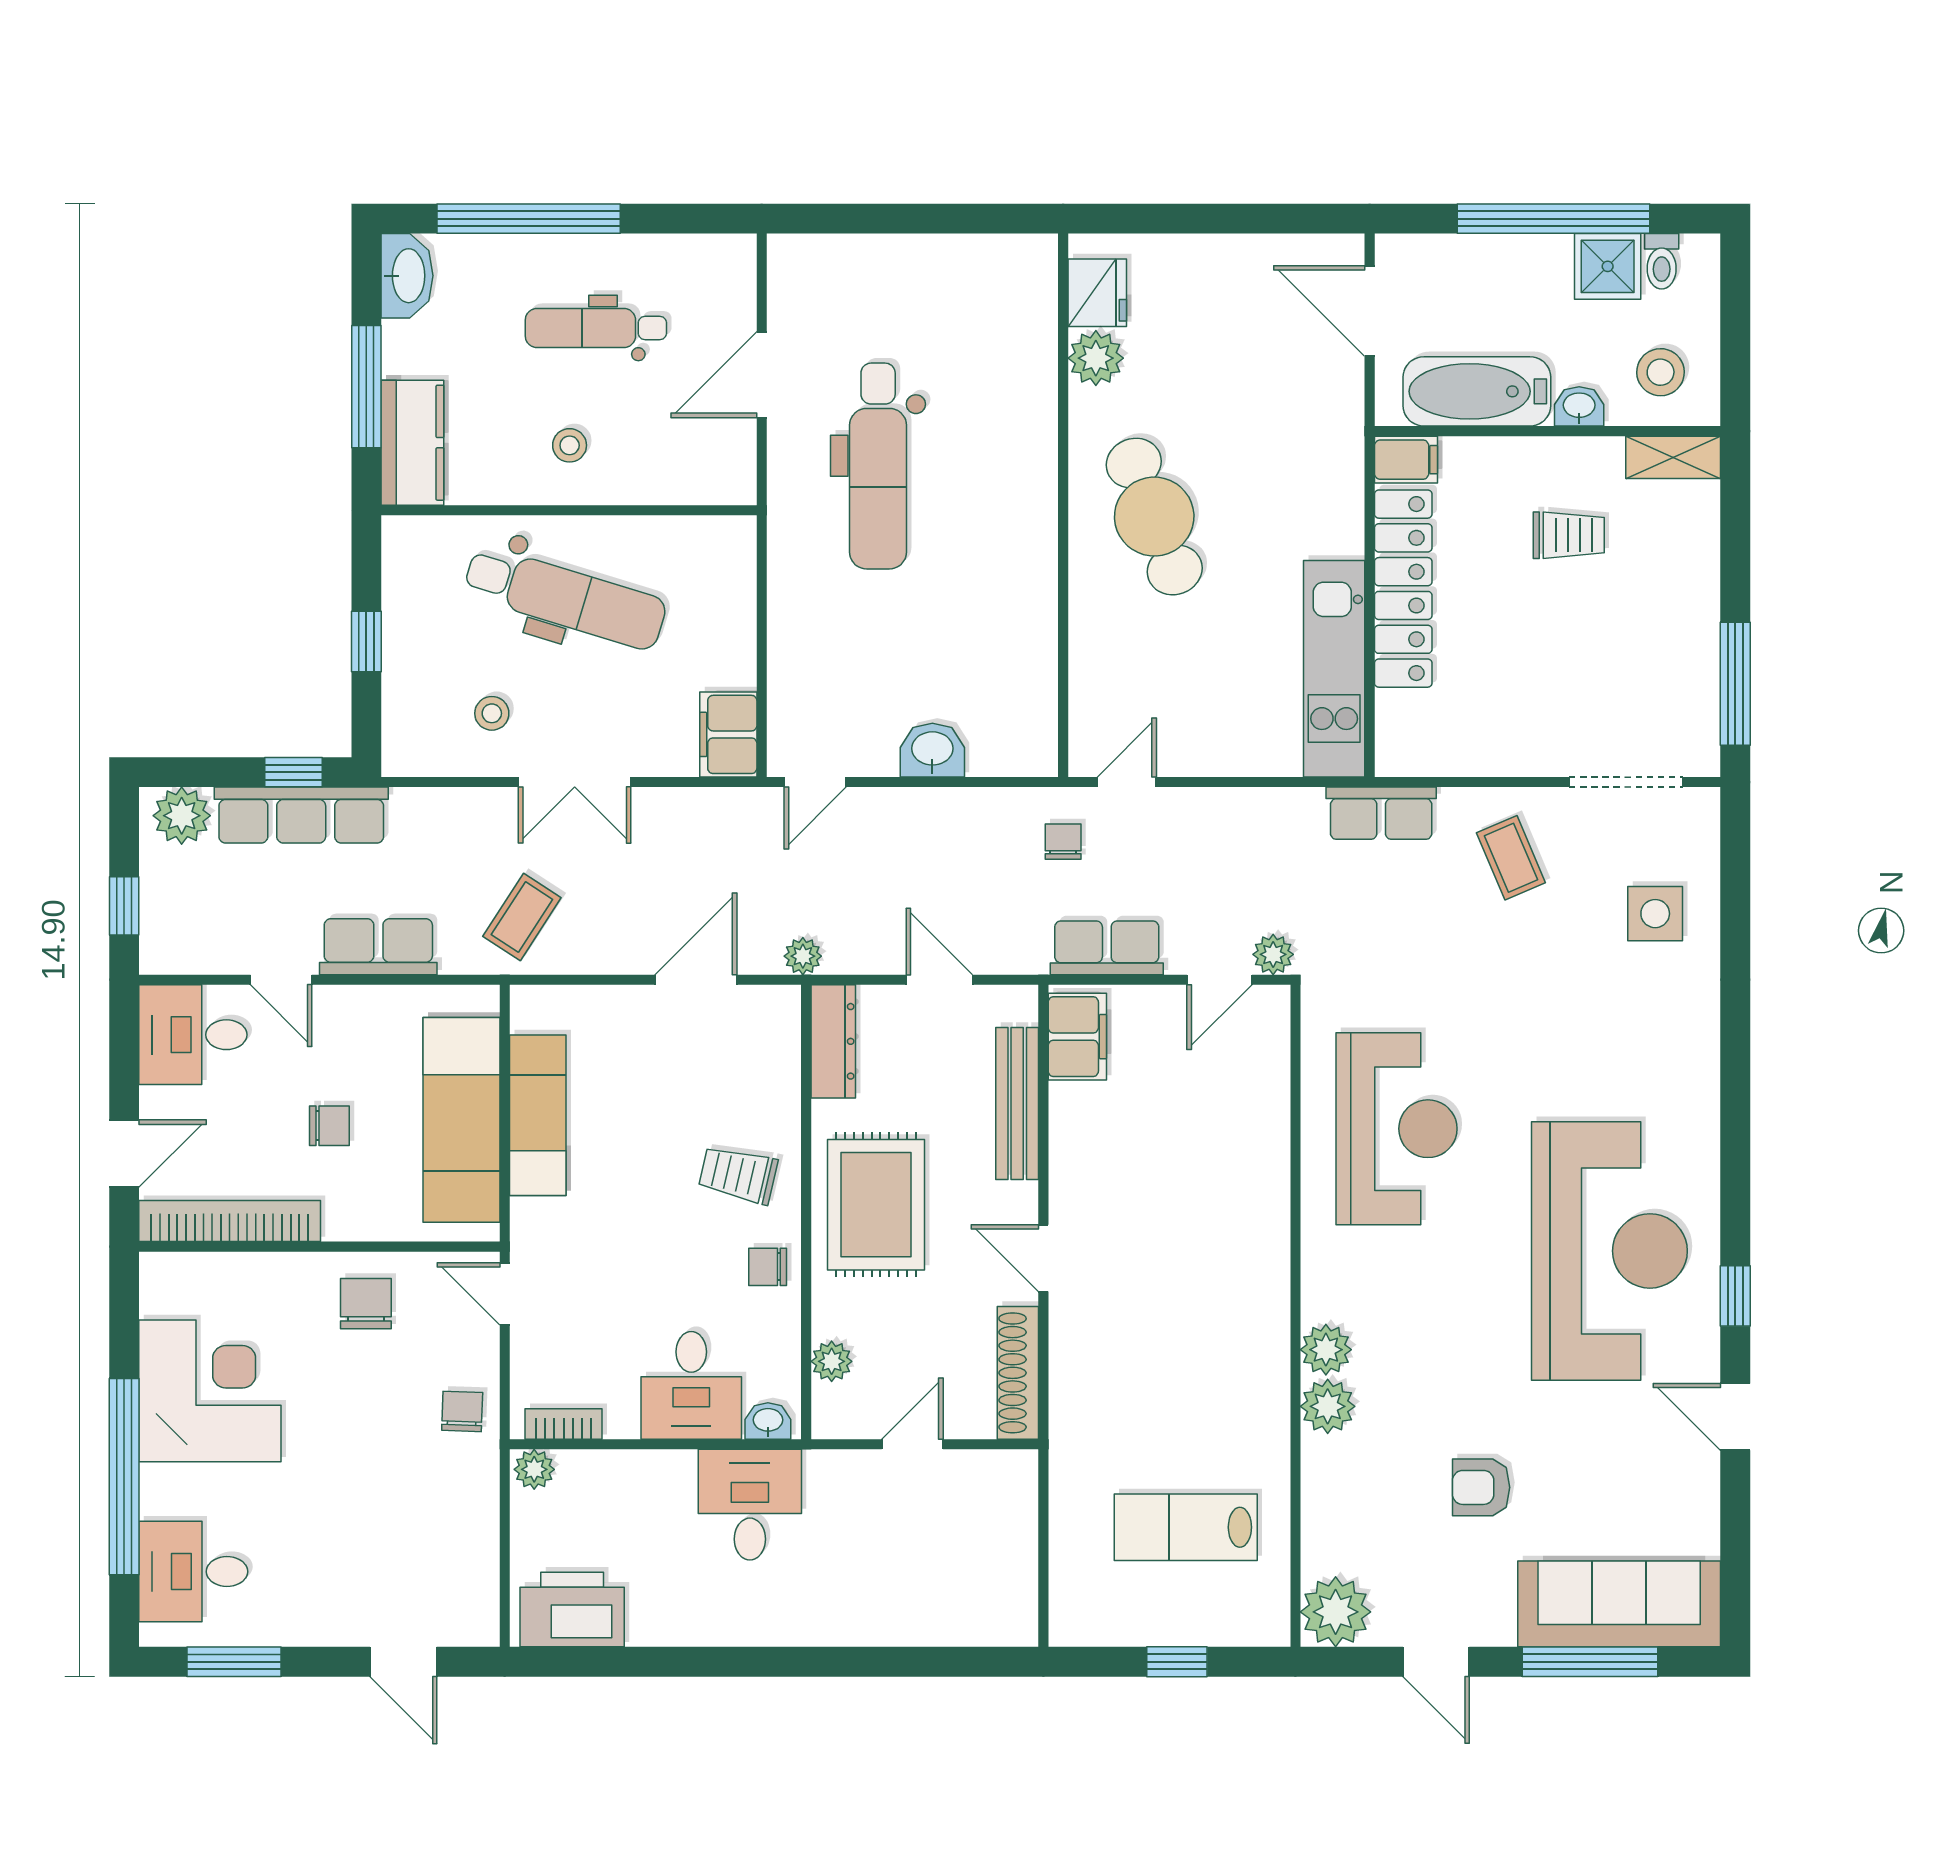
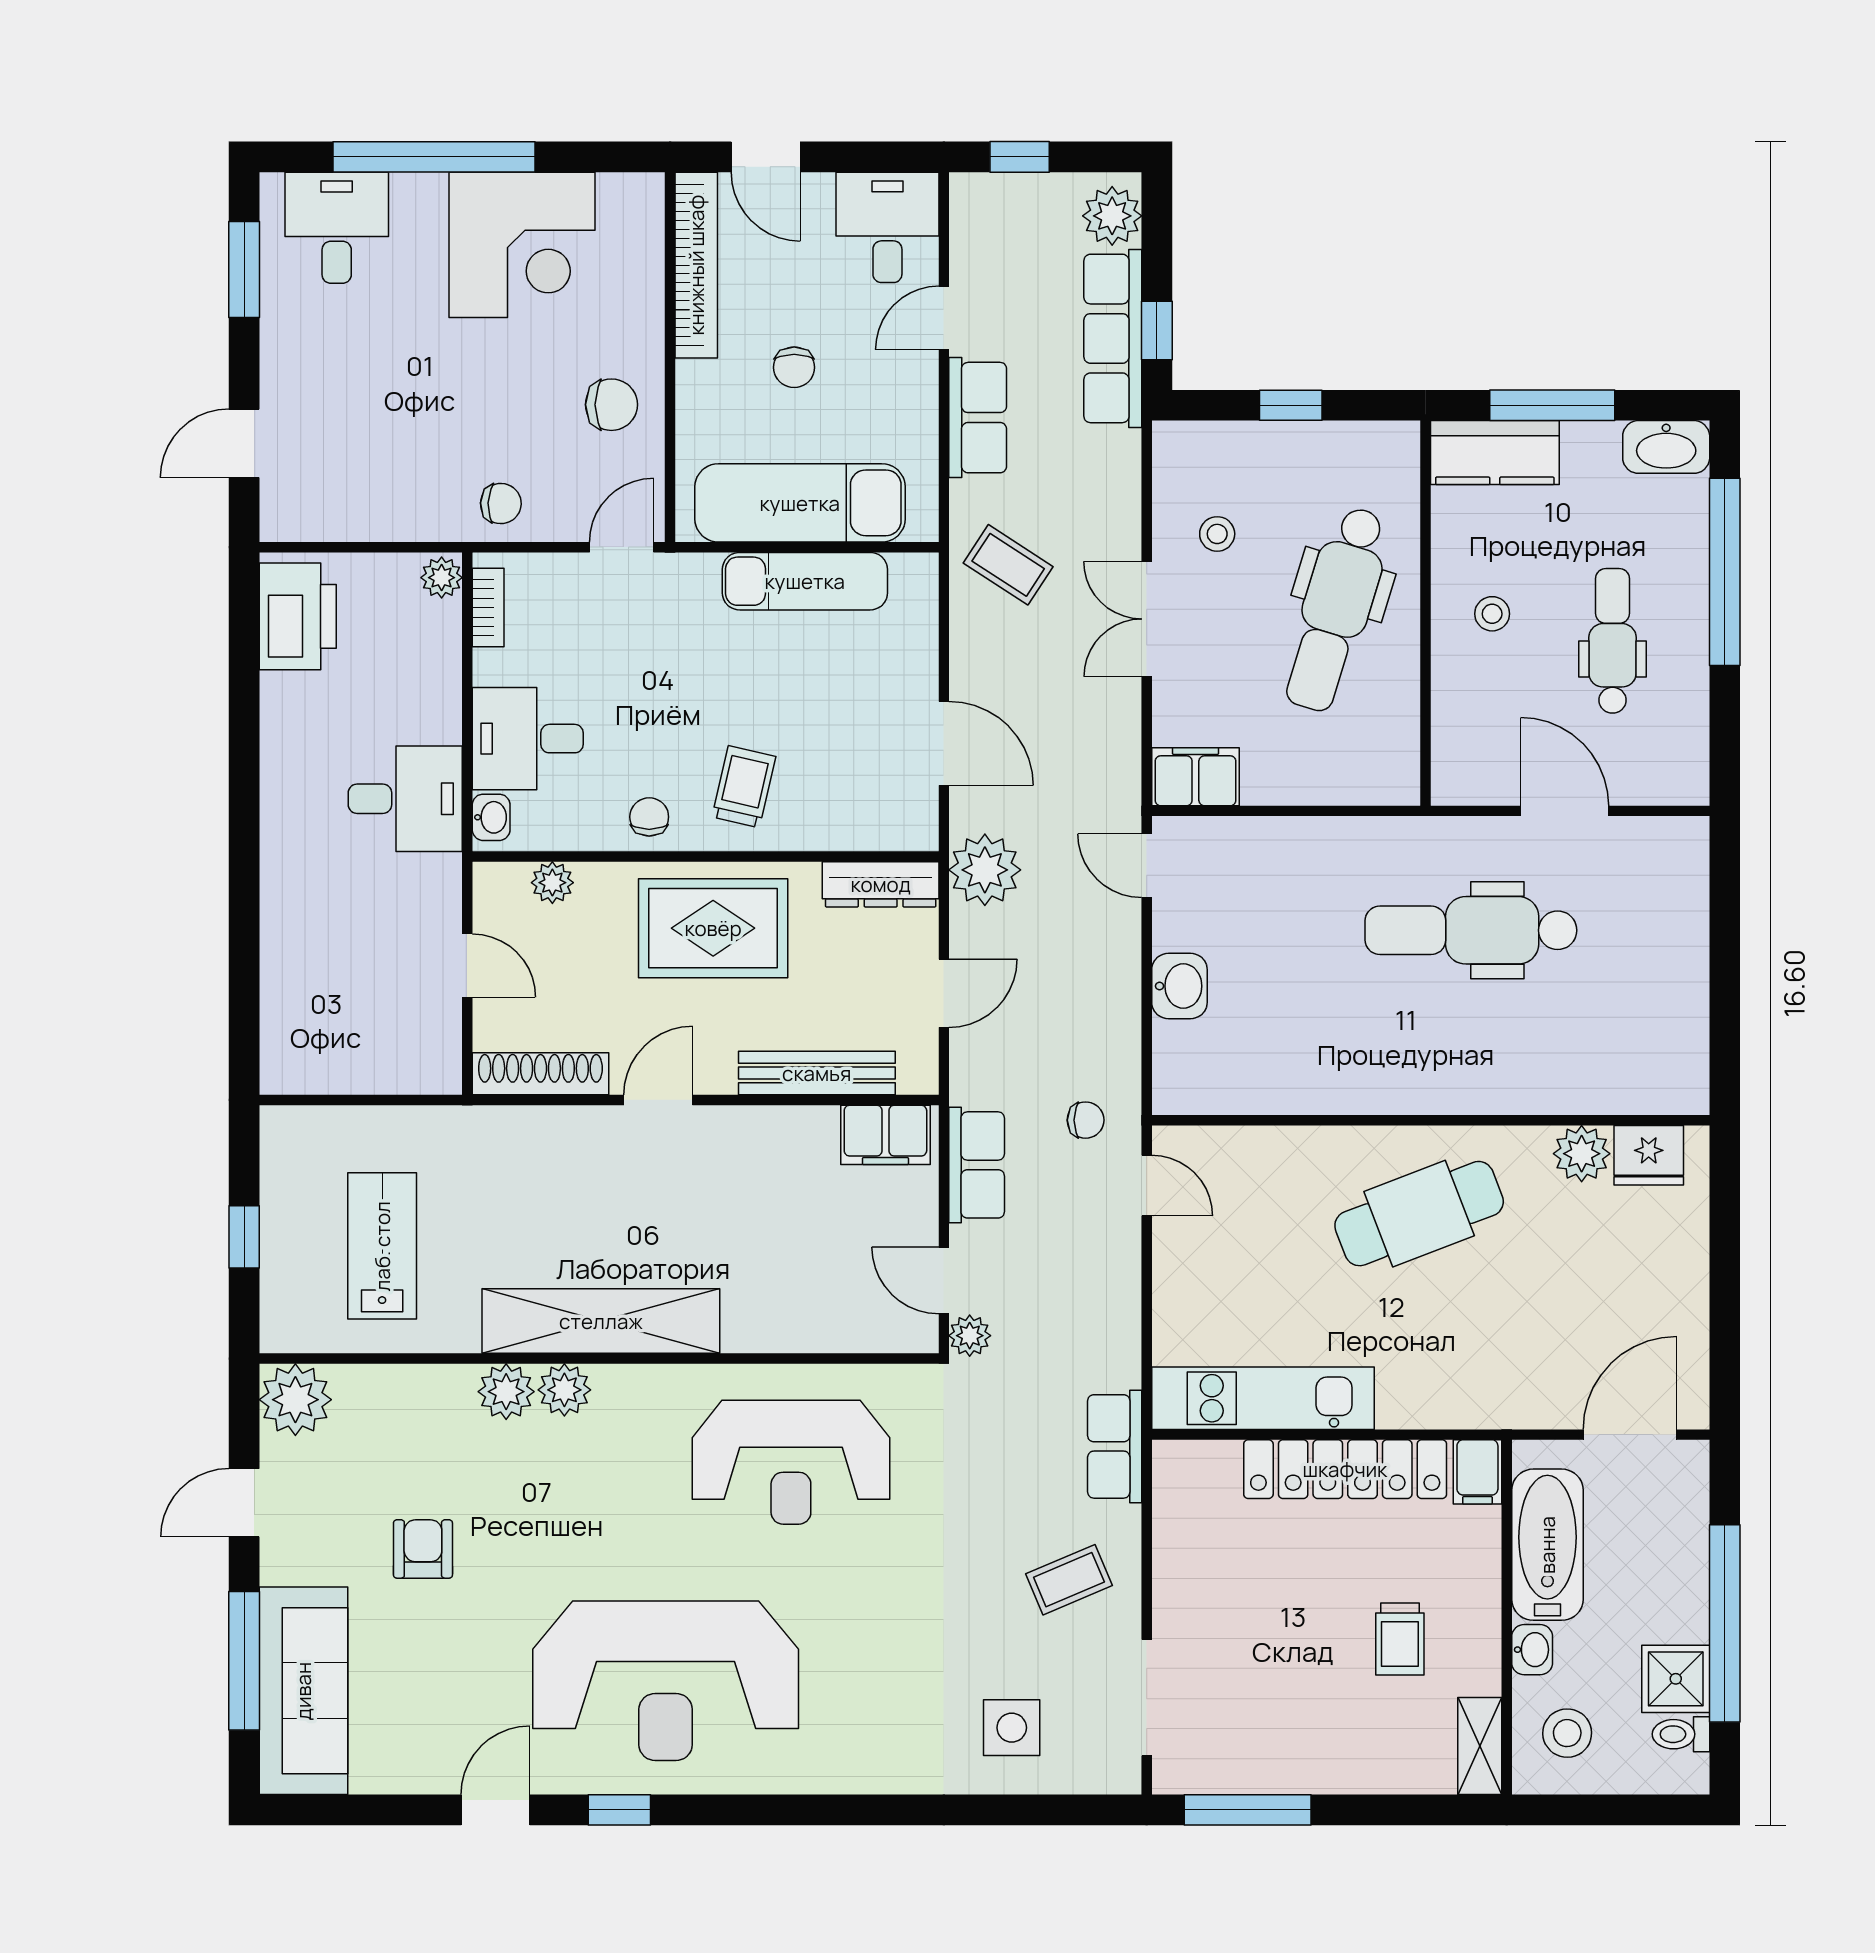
plant: (803, 956) -> (985, 870), width x1.88, depth x1.88
shelving: (1259, 1314) -> (601, 1321), added

